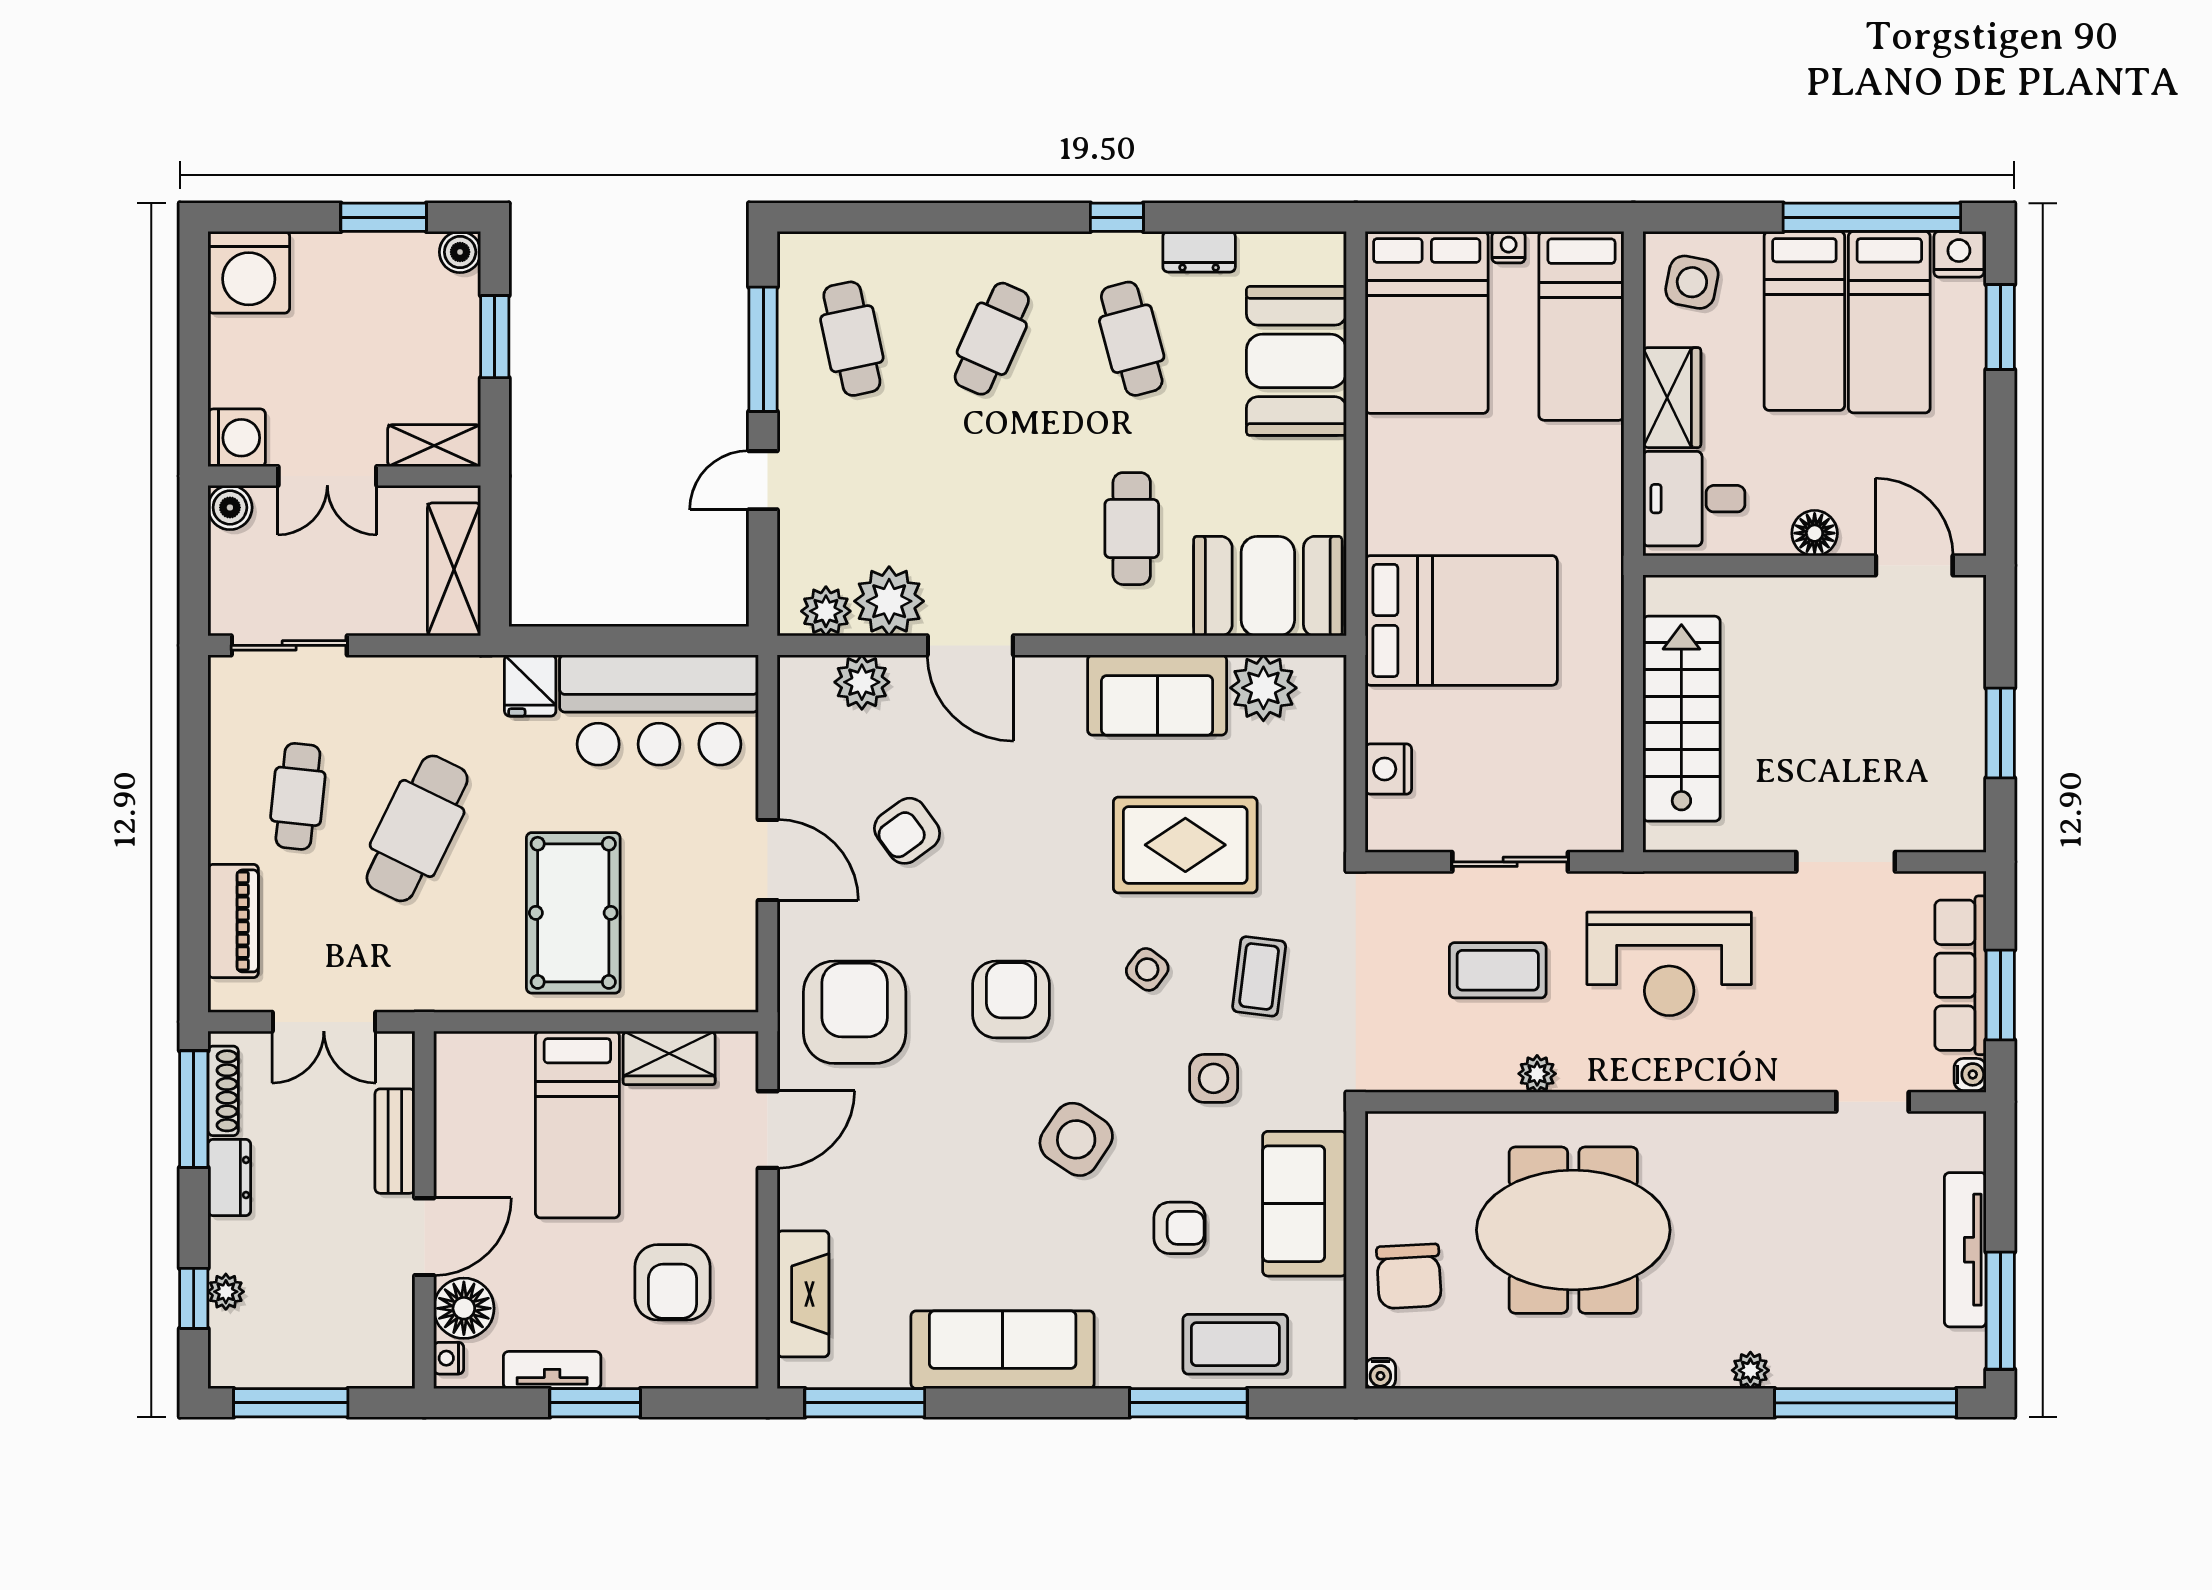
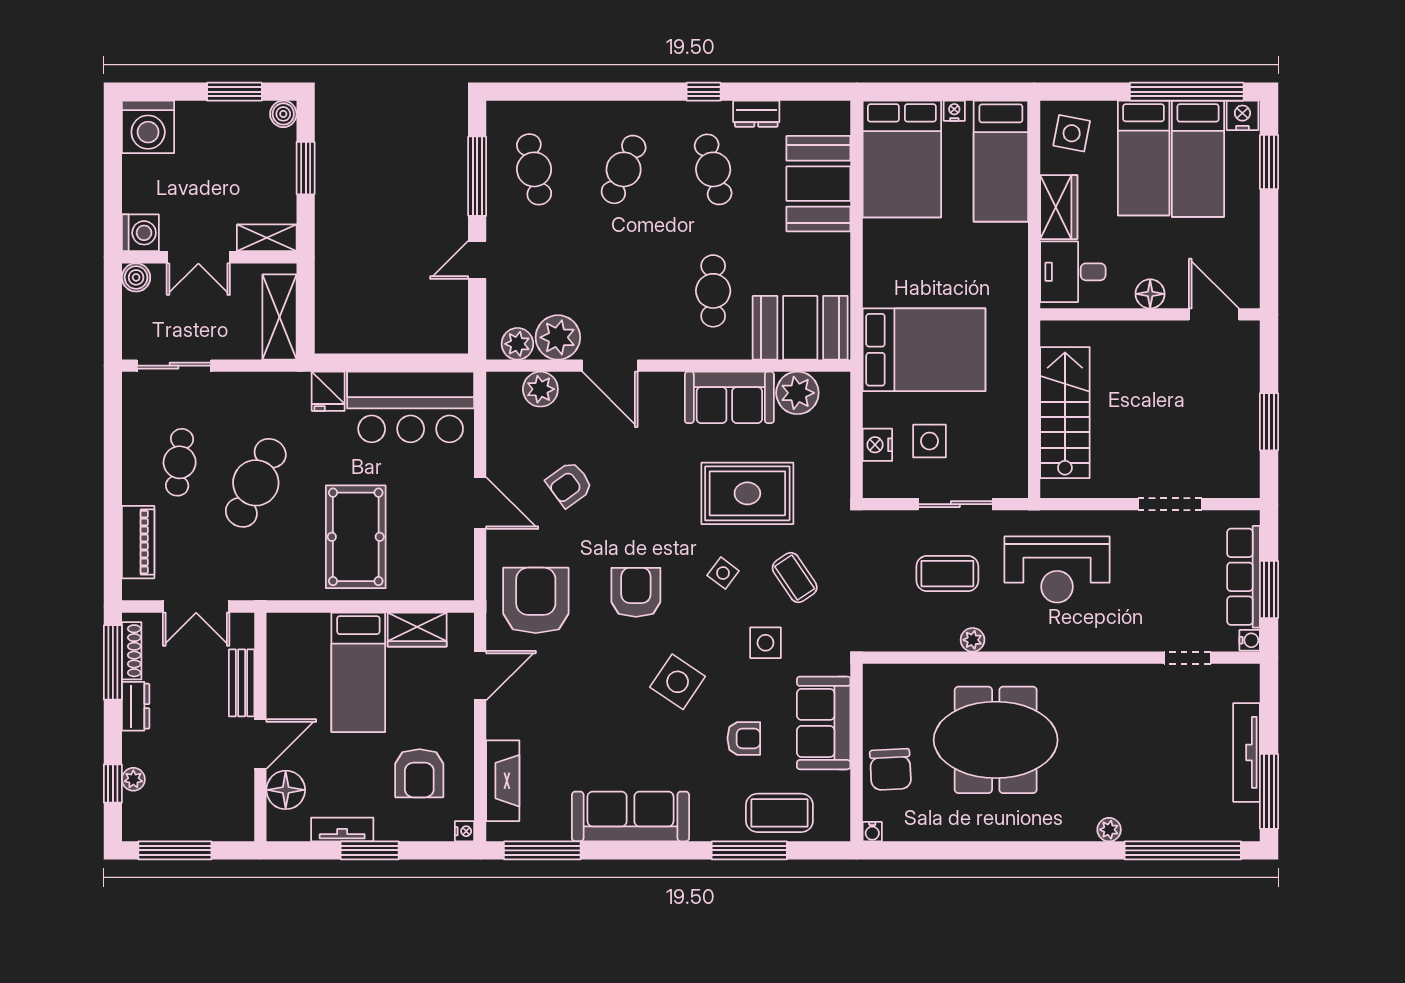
side table: (1470, 763) -> (930, 441), added
coffee table: (1259, 976) -> (795, 578), turned -41
nightstand: (449, 1358) -> (465, 831), moved, turned 180

